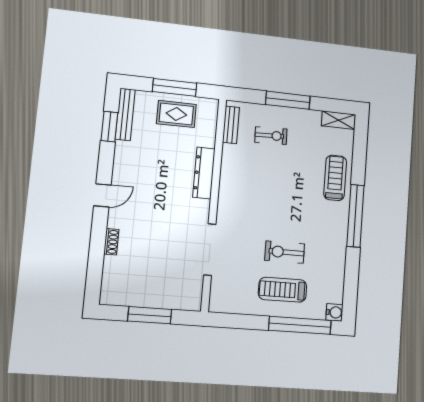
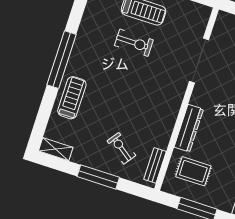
rug: (176, 114) -> (193, 171), moved
exercise bike: (271, 136) -> (121, 148), turned 38
treadmill: (335, 178) -> (72, 98), turned 180

